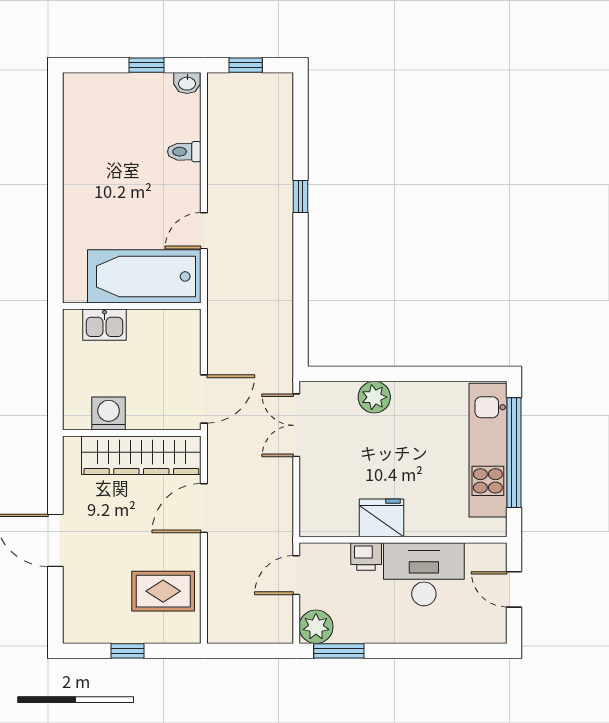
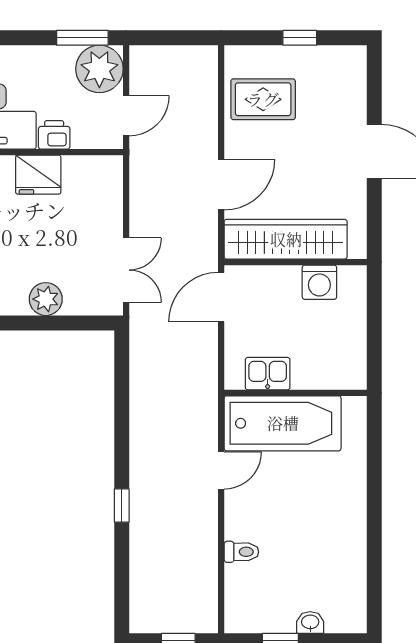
washbasin: (187, 83) -> (310, 623), moved
kitchen sink: (104, 325) -> (268, 374), moved
plant: (316, 627) -> (99, 69), width x1.36, depth x1.36

